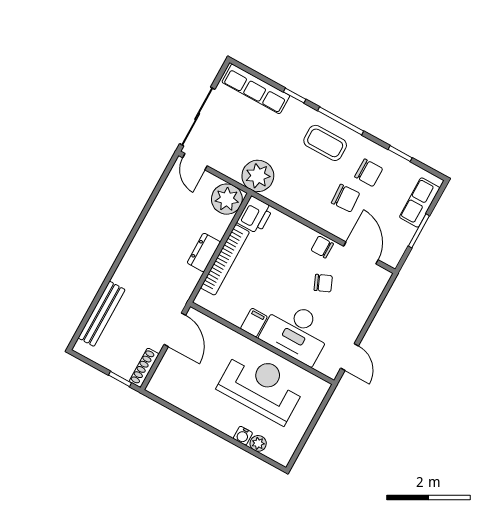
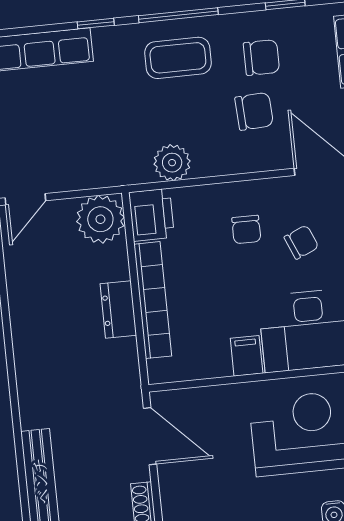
door: (195, 162) -> (25, 199), hinge flipped
plant: (258, 176) -> (172, 163), moved, width x0.73, depth x0.73
chair: (322, 247) -> (246, 229), moved, turned -90

